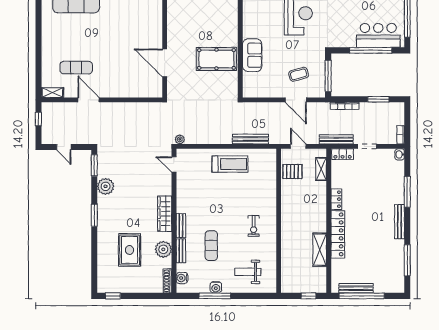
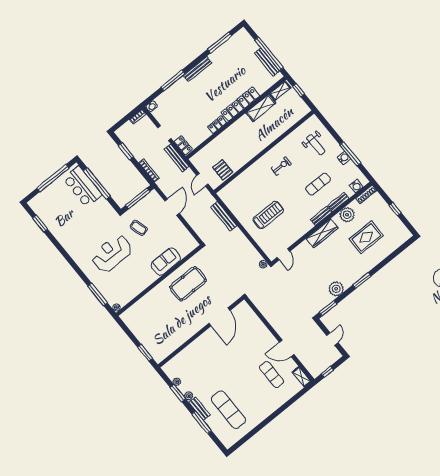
pool table: (216, 59) -> (188, 284), turned 90
coffee table: (299, 74) -> (139, 228), moved
door: (89, 100) -> (287, 348), hinge flipped
treadmill: (230, 164) -> (268, 215), moved, turned 90
shelving: (321, 169) -> (280, 91), moved
window: (113, 296) -> (395, 209), moved

